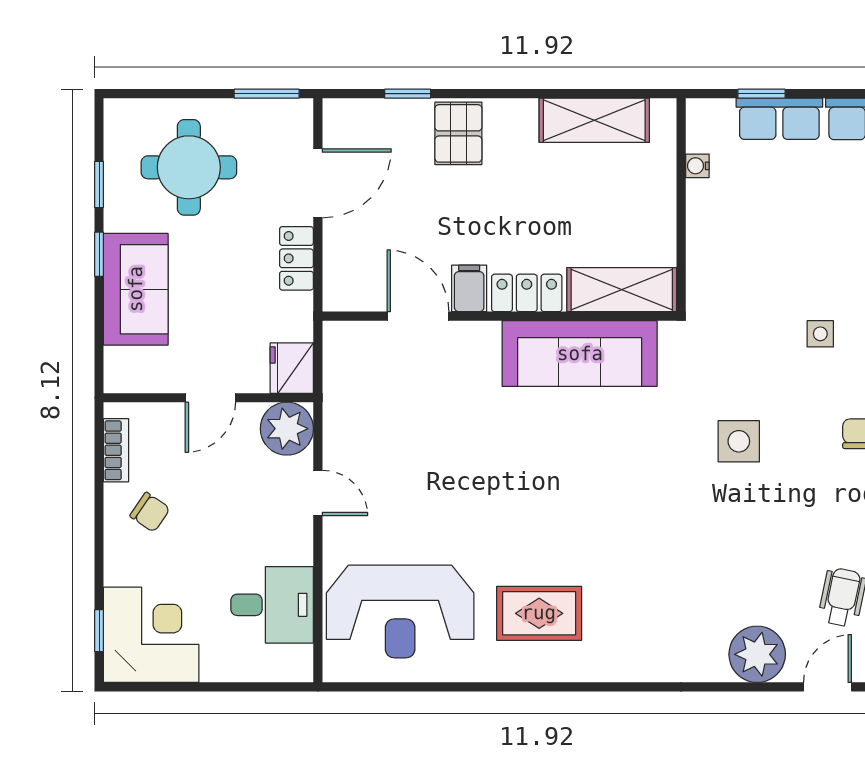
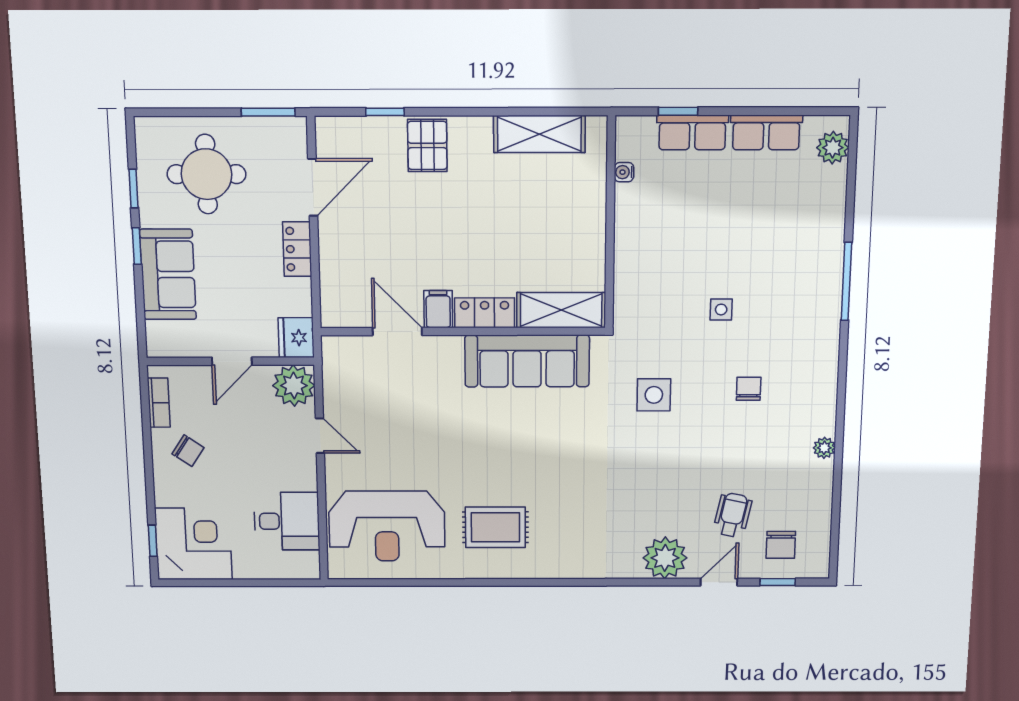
filing cabinet: (469, 288) -> (438, 309), moved
shelving: (622, 290) -> (561, 310), moved
locker: (527, 293) -> (485, 313), moved
door: (418, 316) -> (397, 331), moved
wall: (499, 316) -> (463, 331), moved
sofa: (580, 354) -> (527, 361), moved

